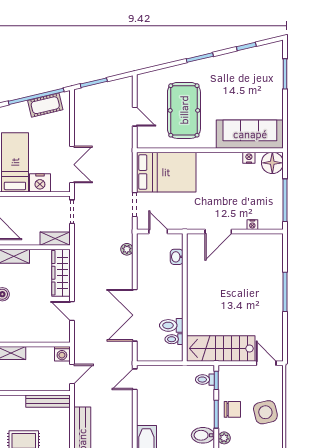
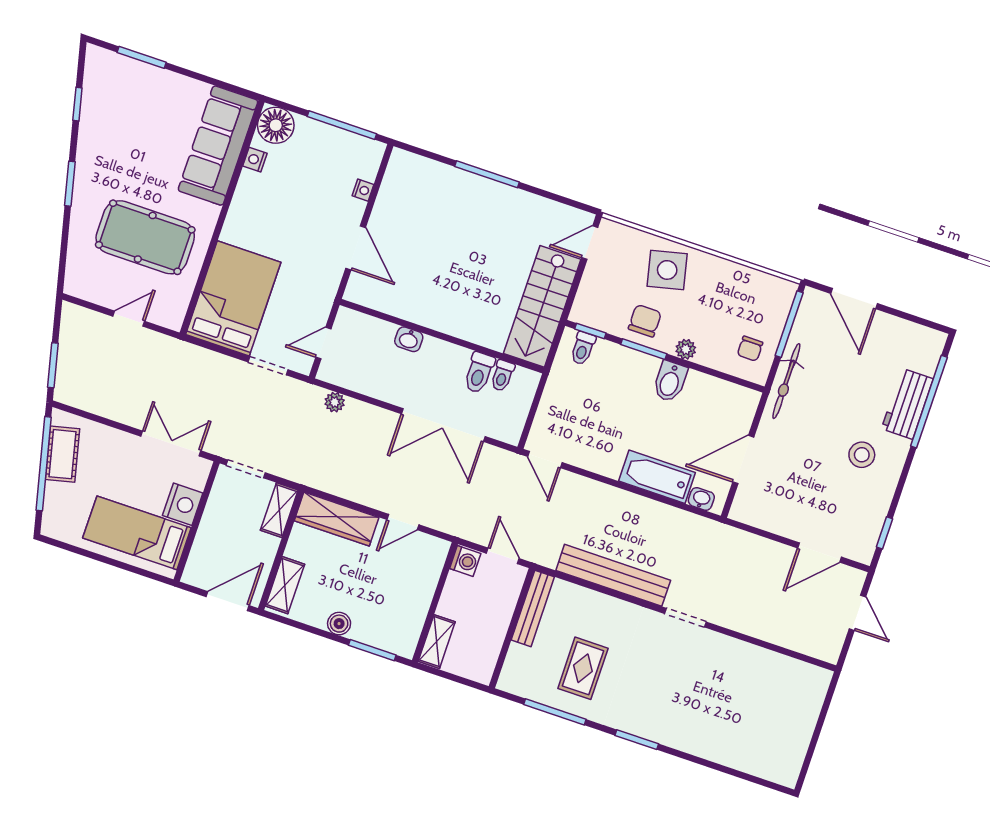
washbasin: (177, 257) -> (409, 339), moved

